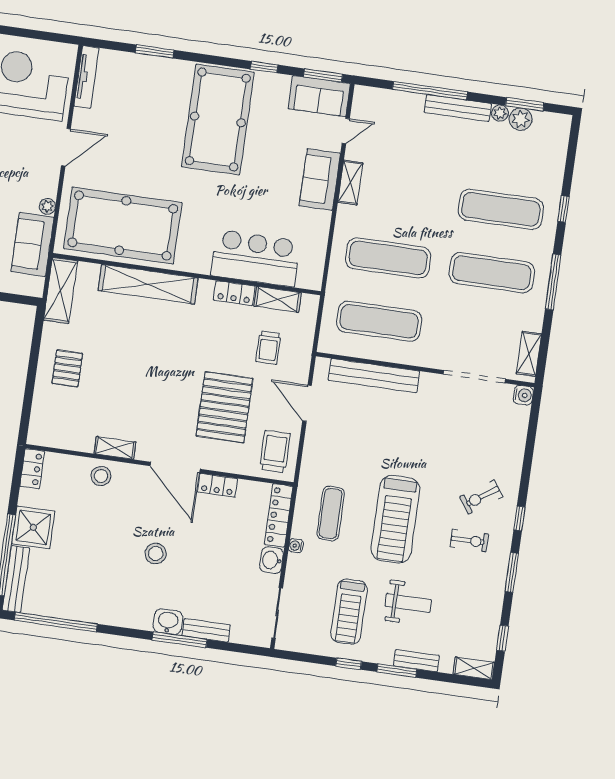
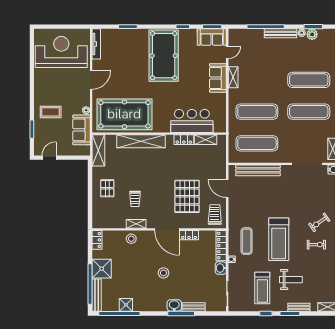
trolley: (268, 348) -> (135, 199), moved
shower: (72, 607) -> (126, 305), added

